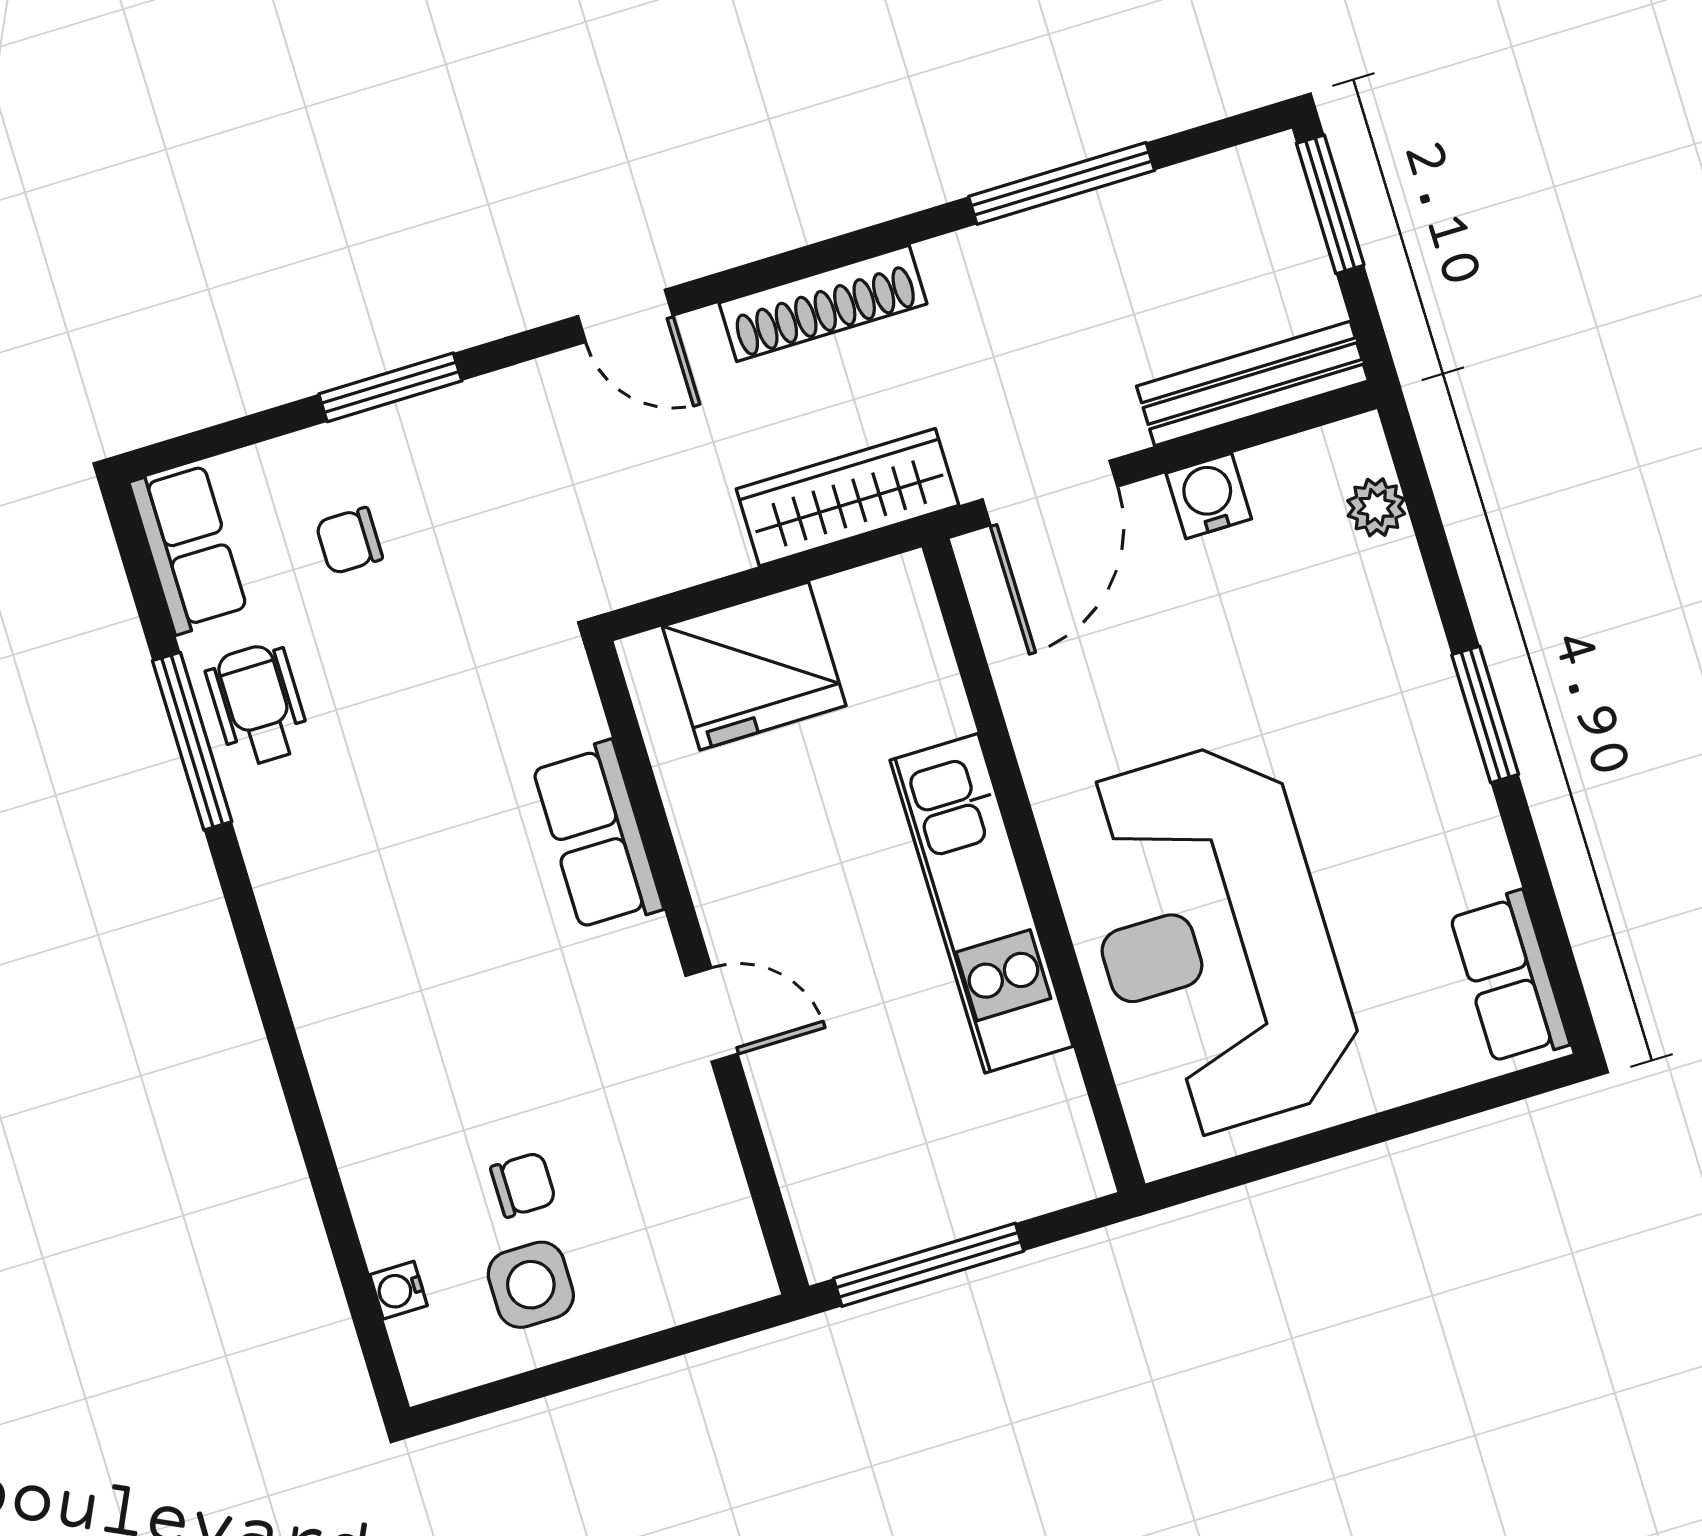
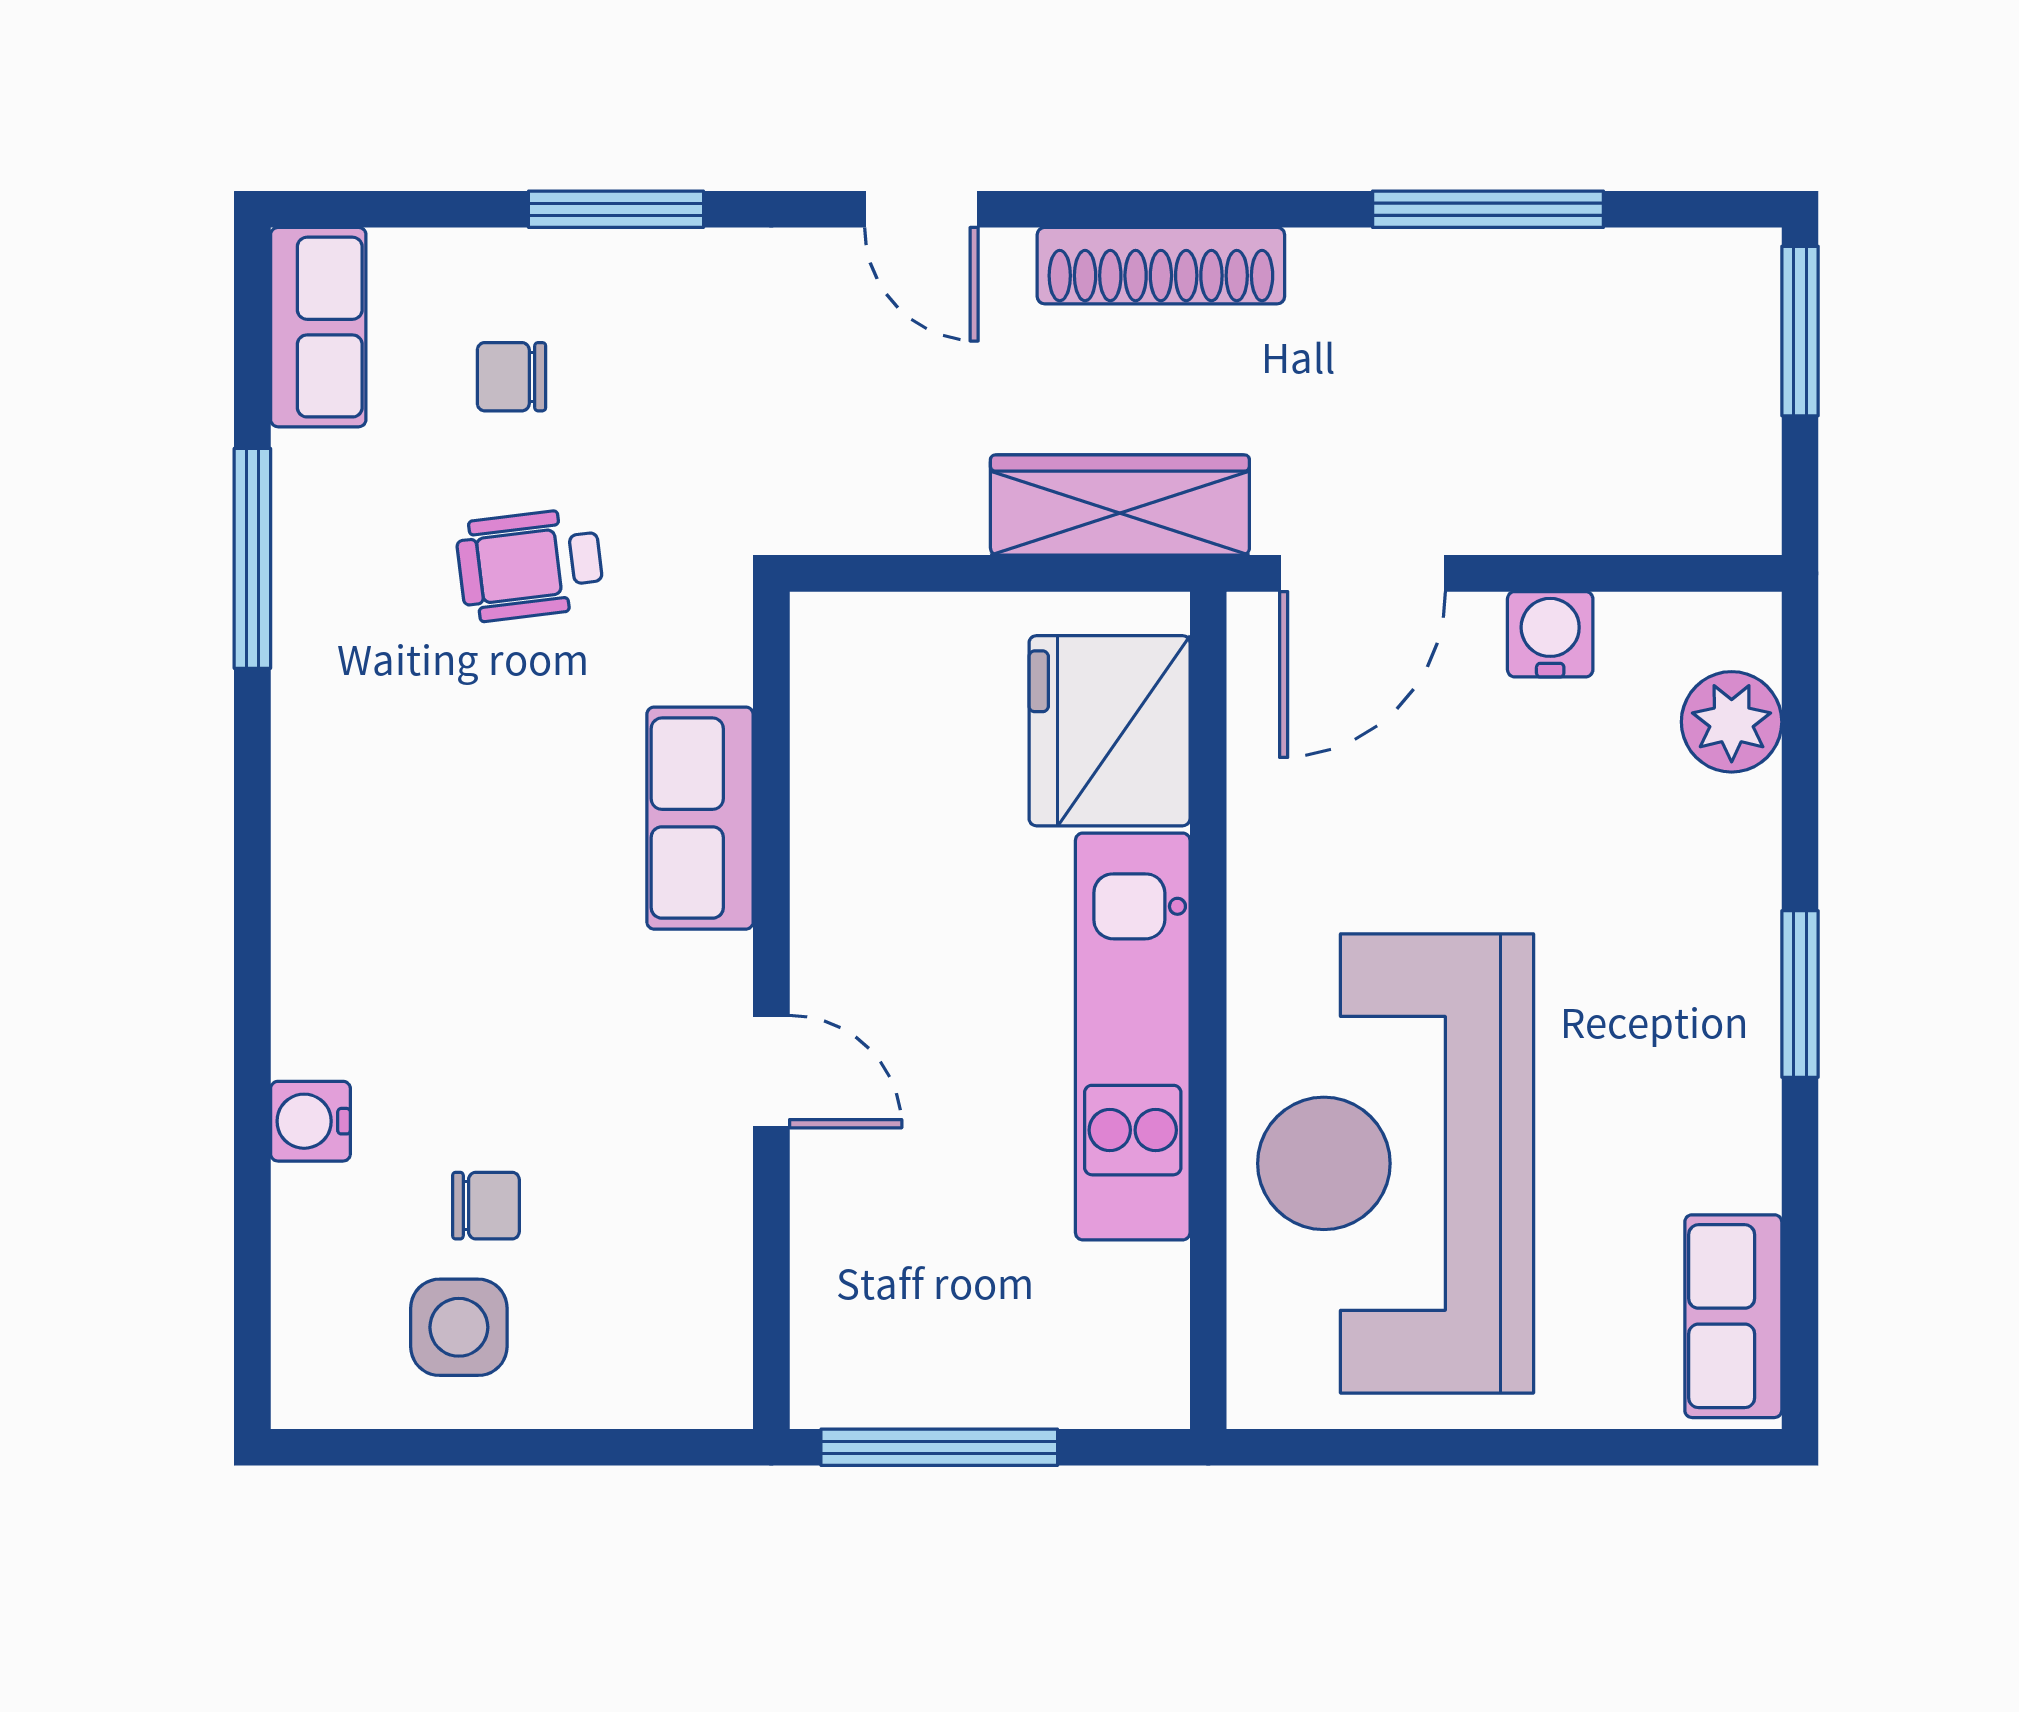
bench: (1253, 384) -> (1643, 516), removed
plant: (1376, 507) -> (1732, 722), width x1.38, depth x1.38
fridge: (754, 666) -> (1110, 731), moved, turned 90
wheelchair: (258, 705) -> (530, 565), moved, turned -97
water cooler: (398, 1290) -> (310, 1121), moved, width x1.38, depth x1.38

